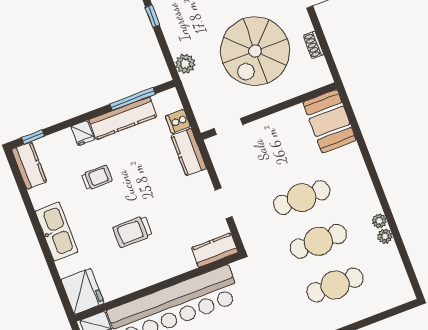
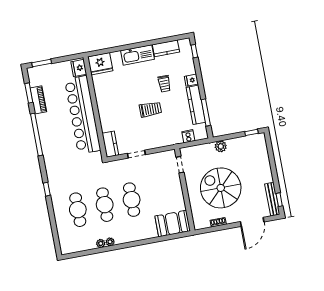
kitchen counter: (189, 152) -> (169, 139), removed
kitchen counter: (29, 166) -> (166, 48), moved
trolley: (133, 231) -> (150, 109), moved, turned 90

